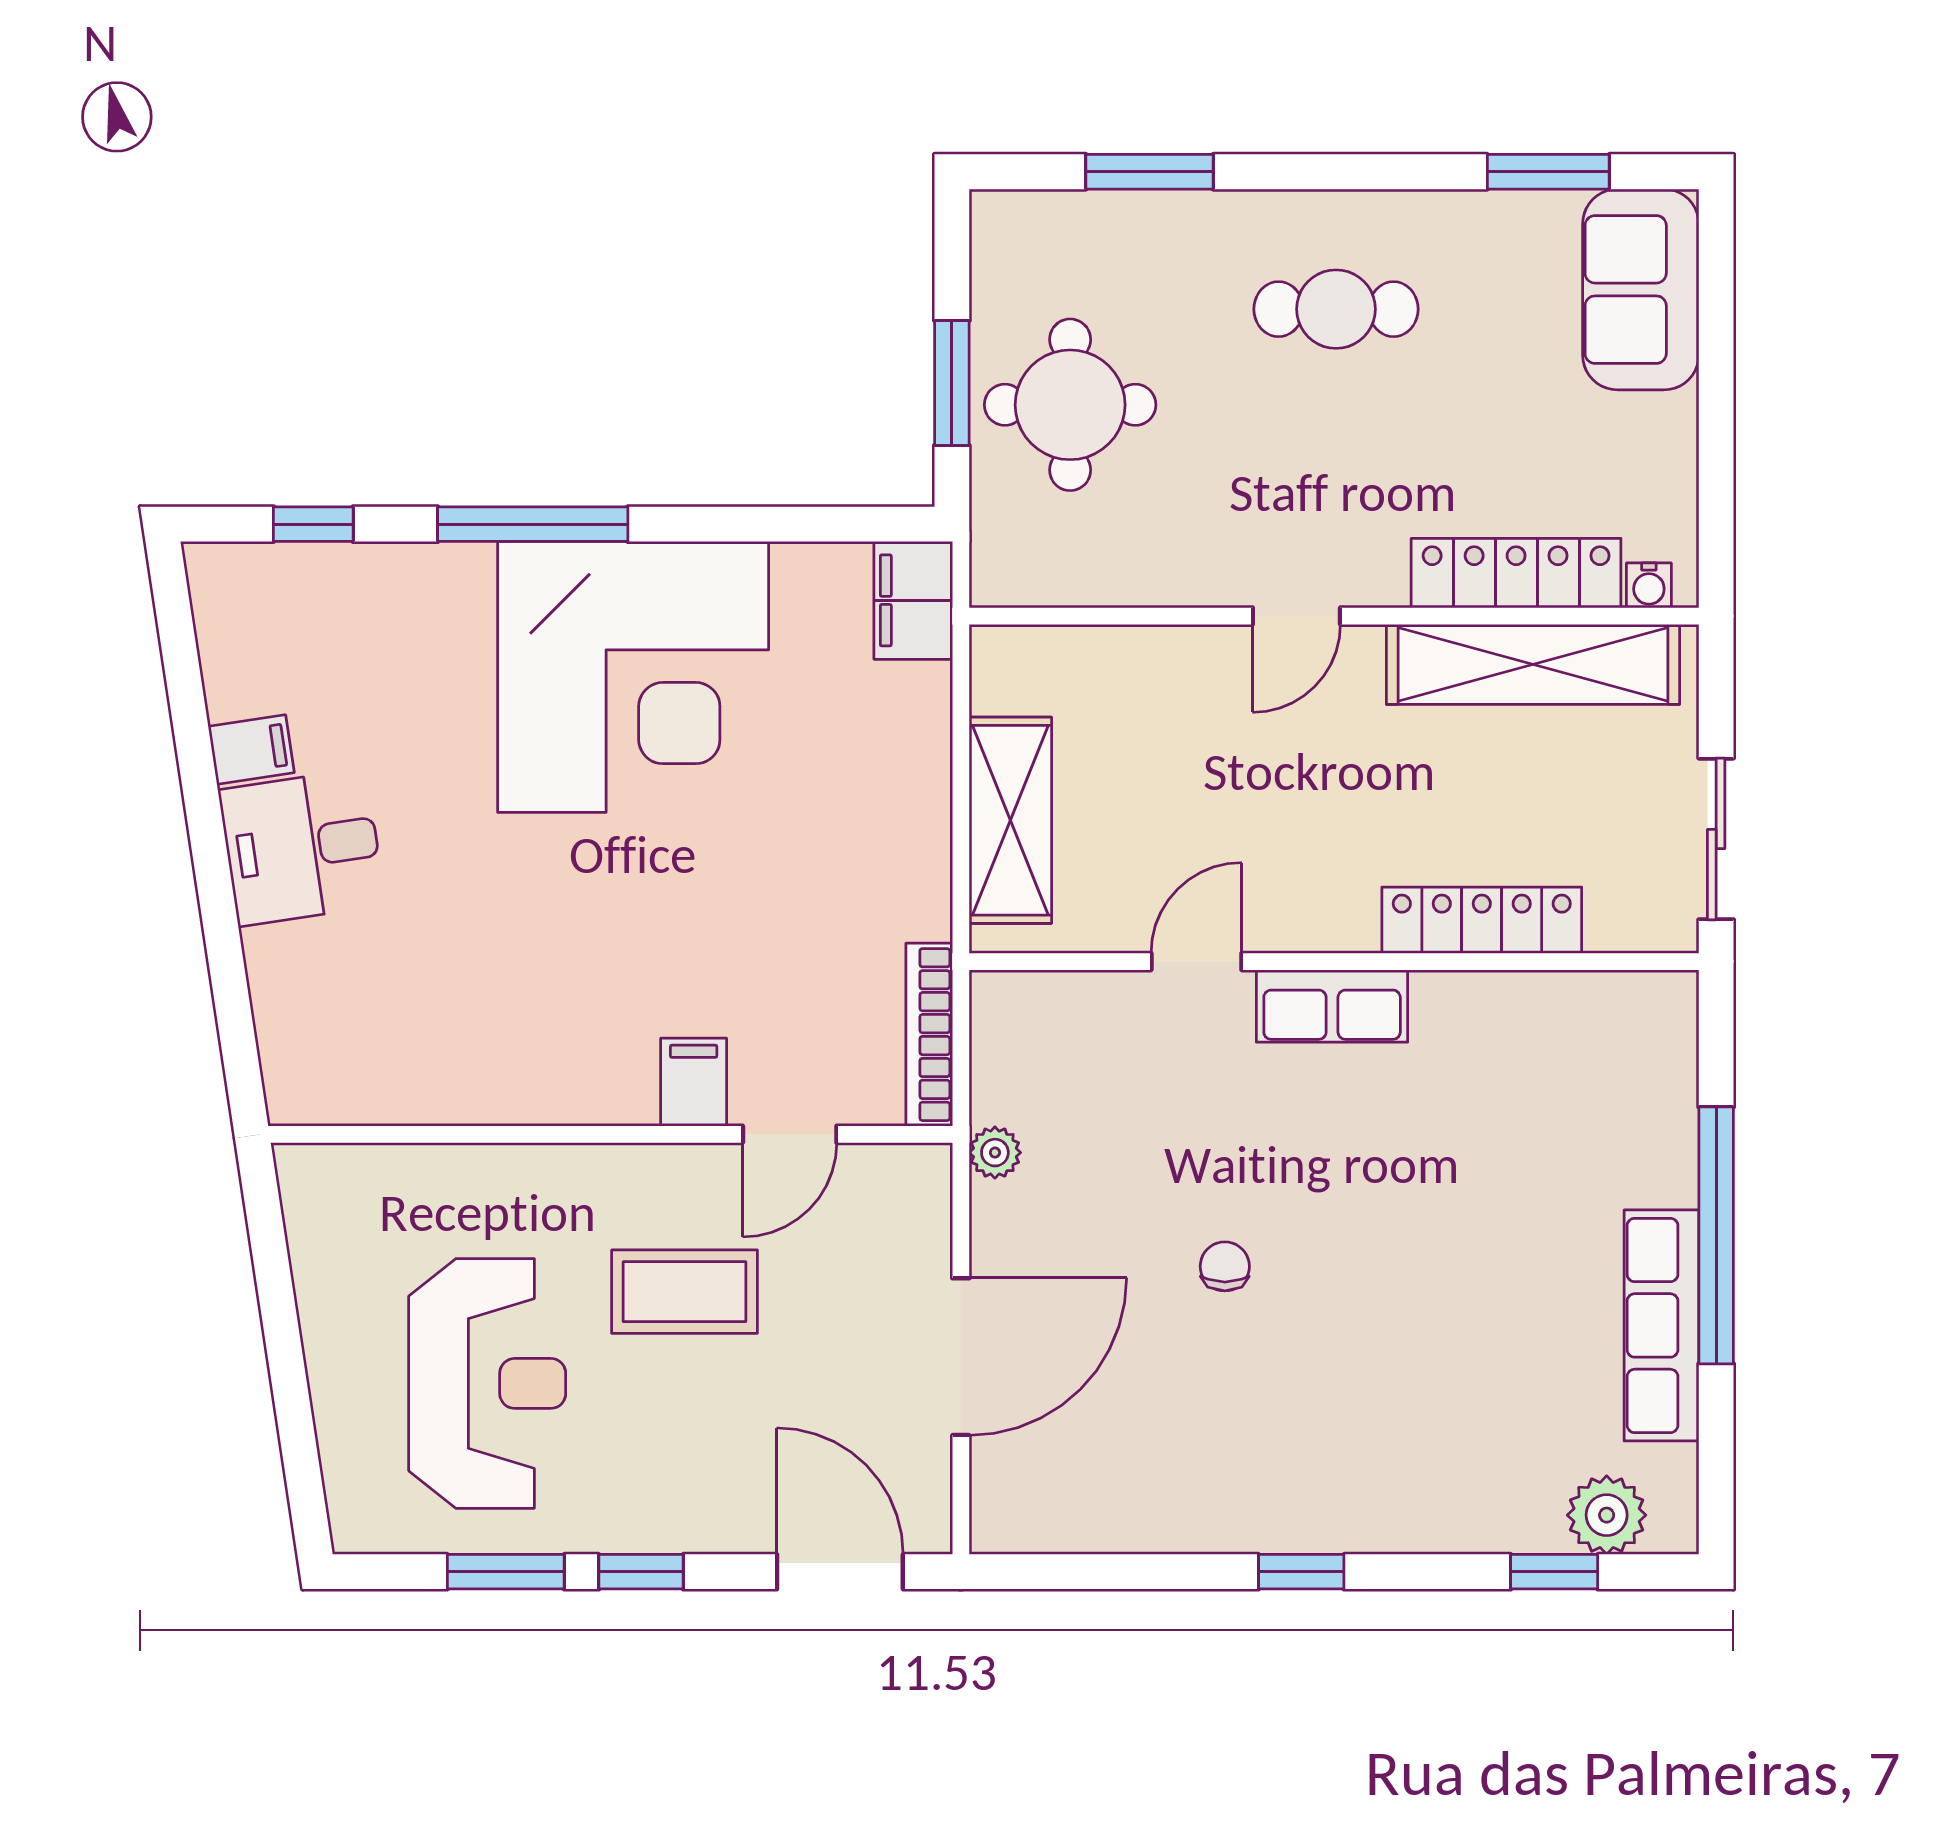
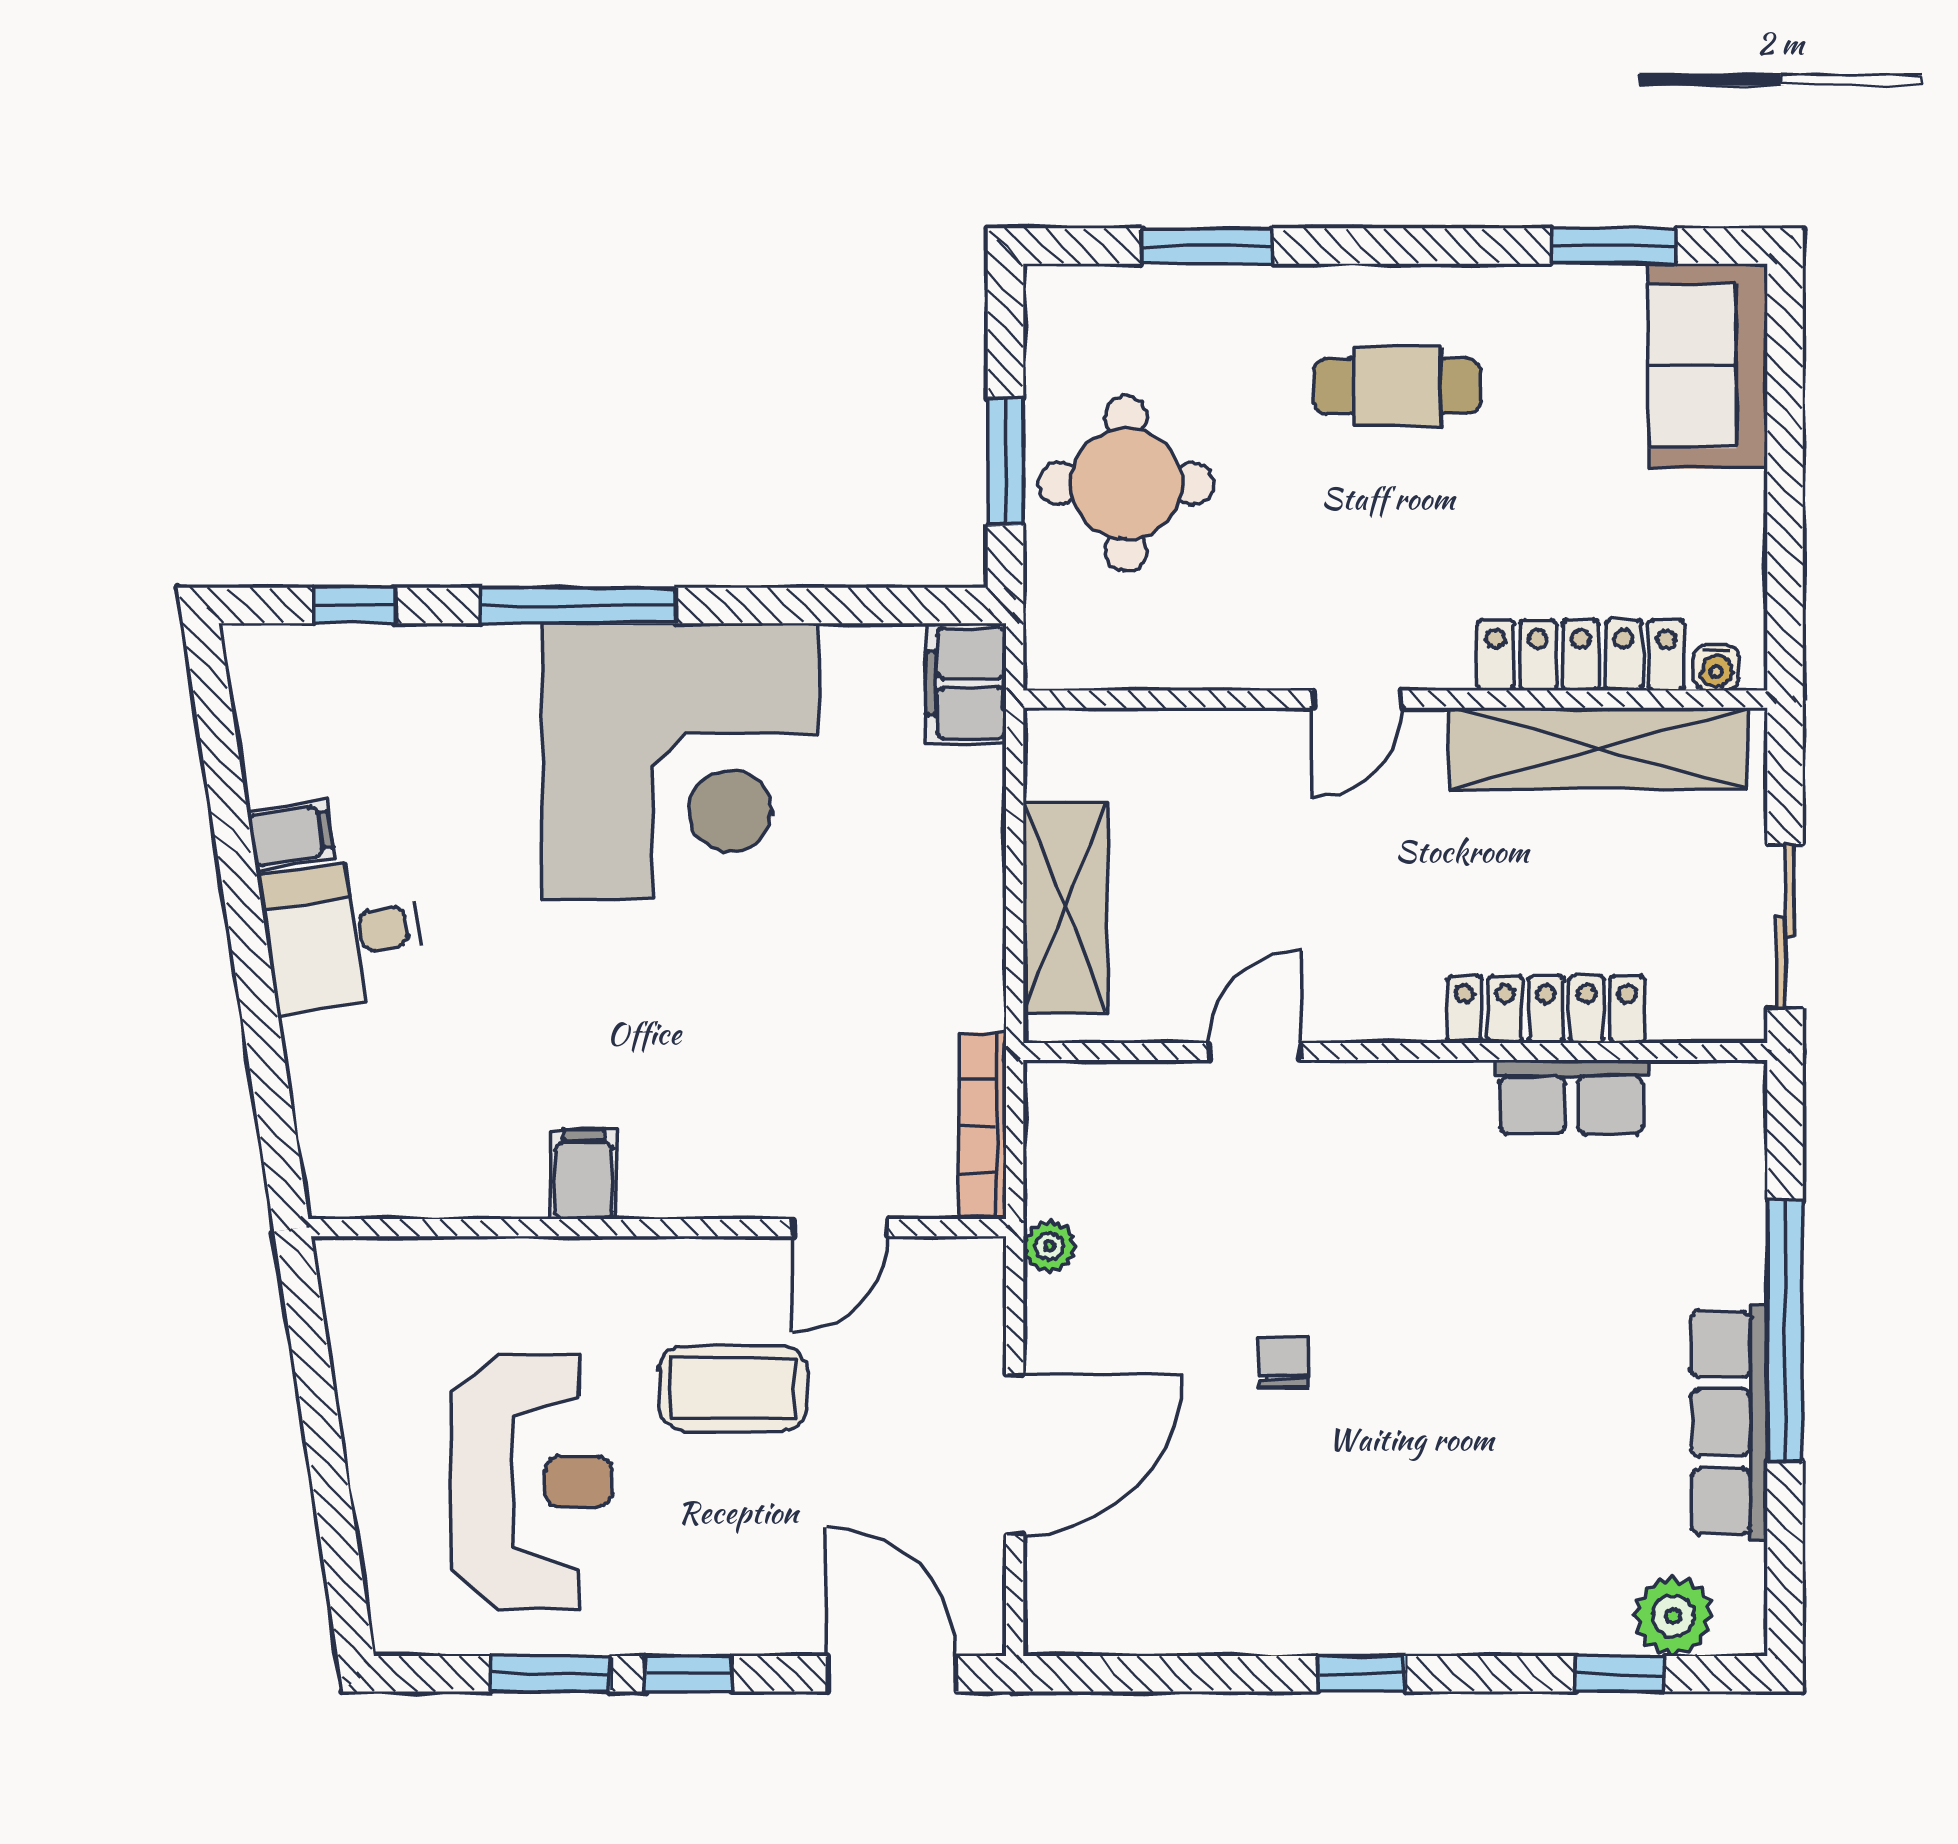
row of seats: (1332, 1006) -> (1571, 1097), moved
filing cabinet: (694, 1082) -> (584, 1174), moved

